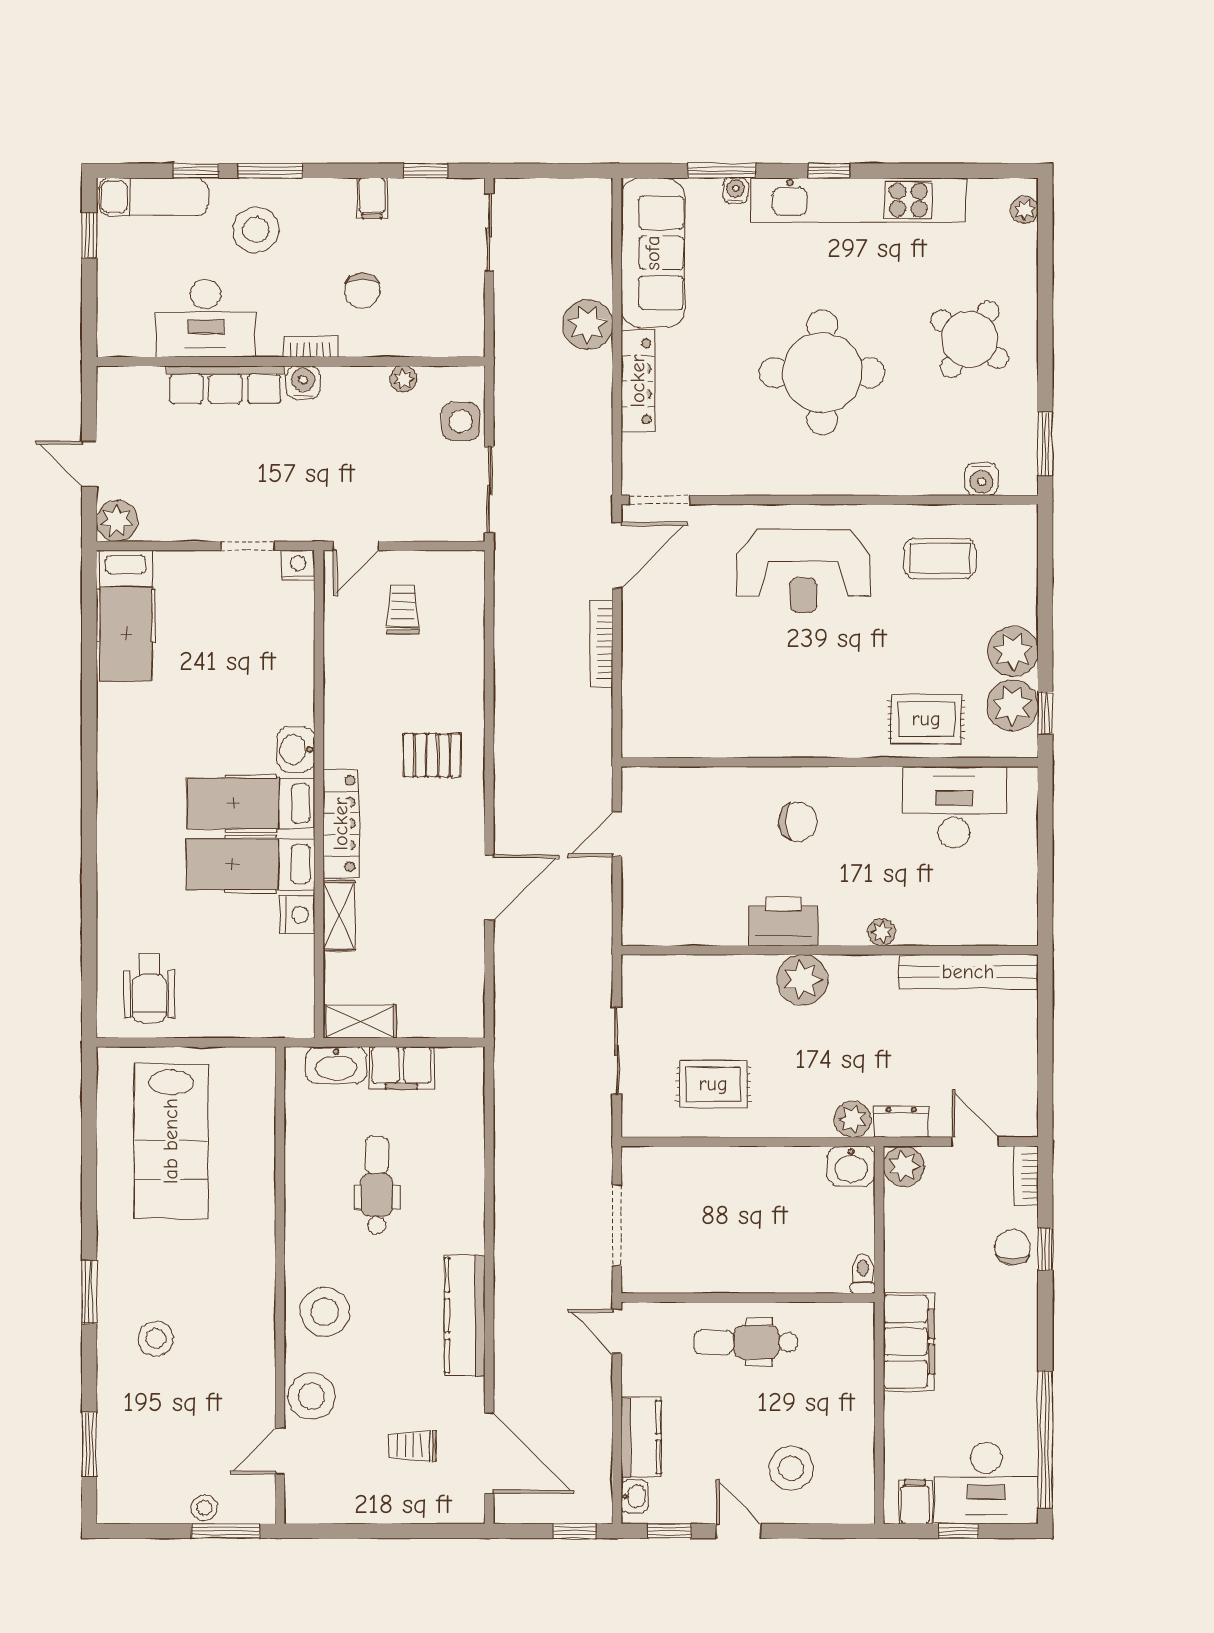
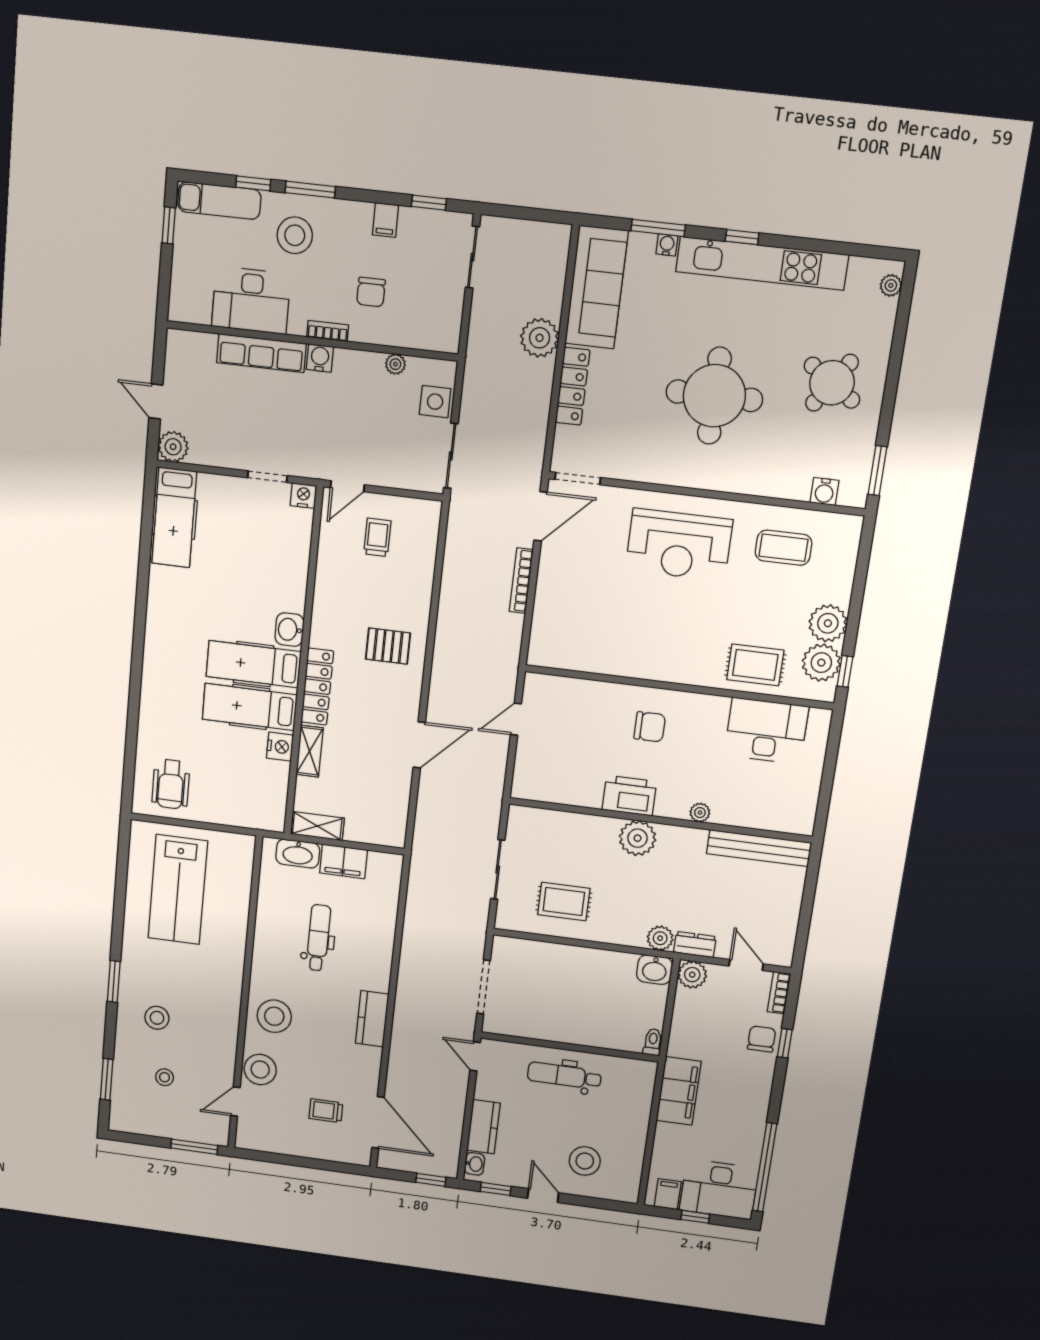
kitchen counter: (465, 1316) -> (372, 1019), width x0.67
stool: (204, 1508) -> (165, 1077), moved

